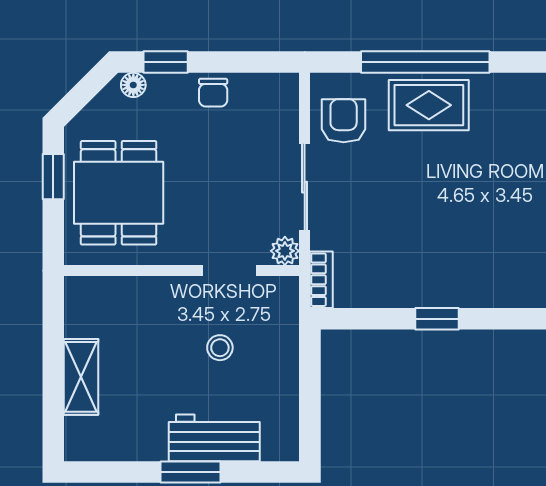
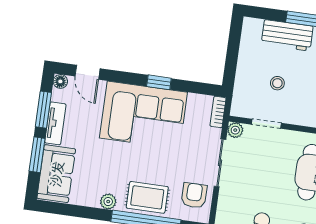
plant: (499, 87) -> (108, 202), added
armchair: (344, 121) -> (194, 195), turned 180
corner sofa: (457, 255) -> (143, 115), added

